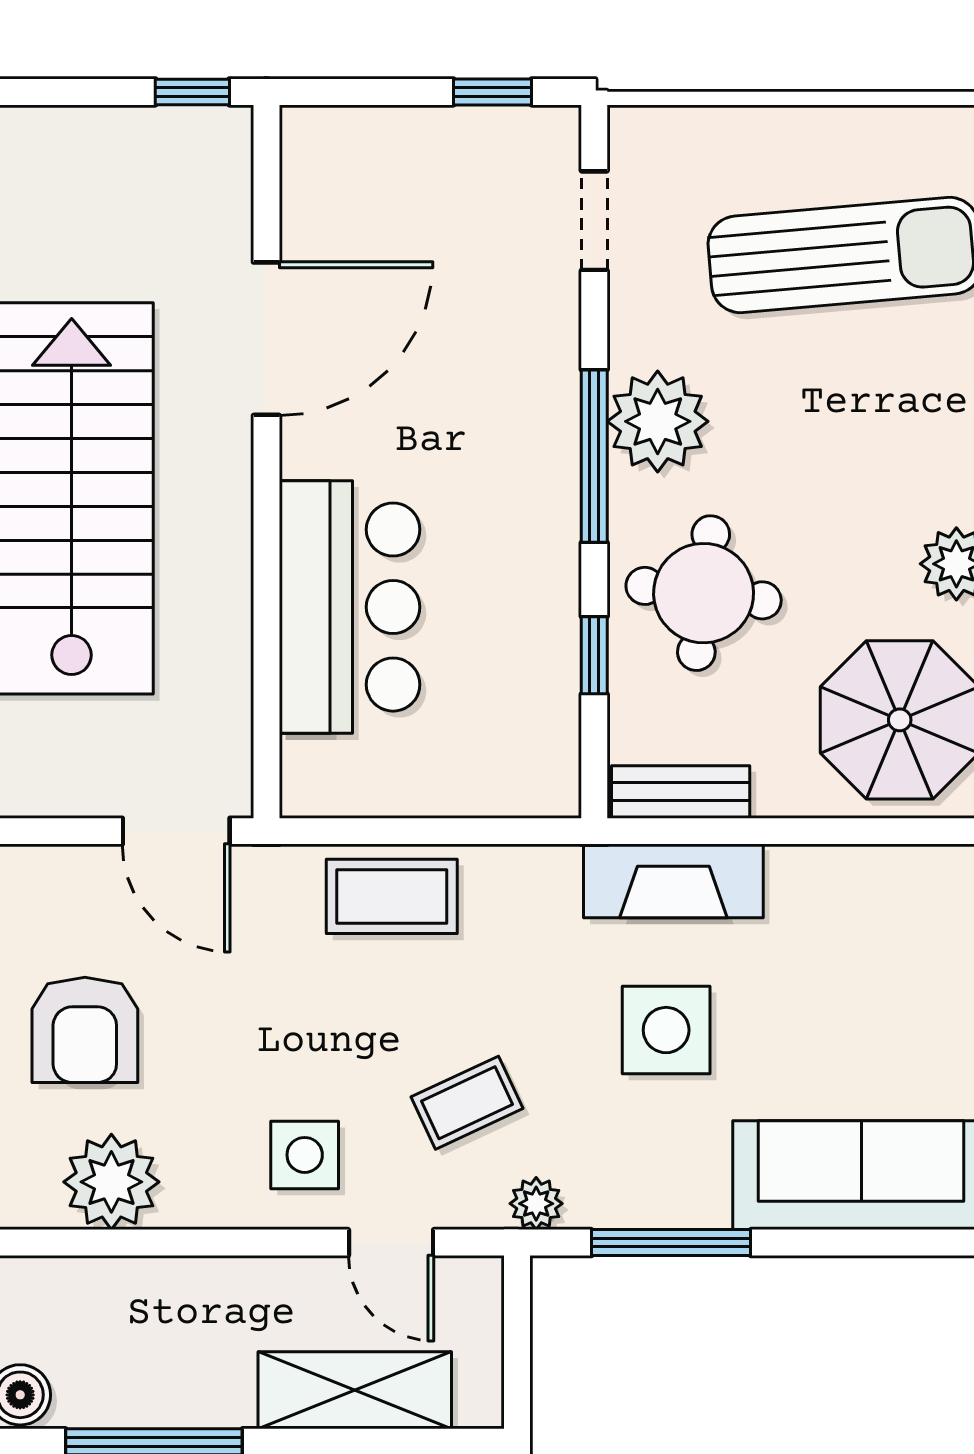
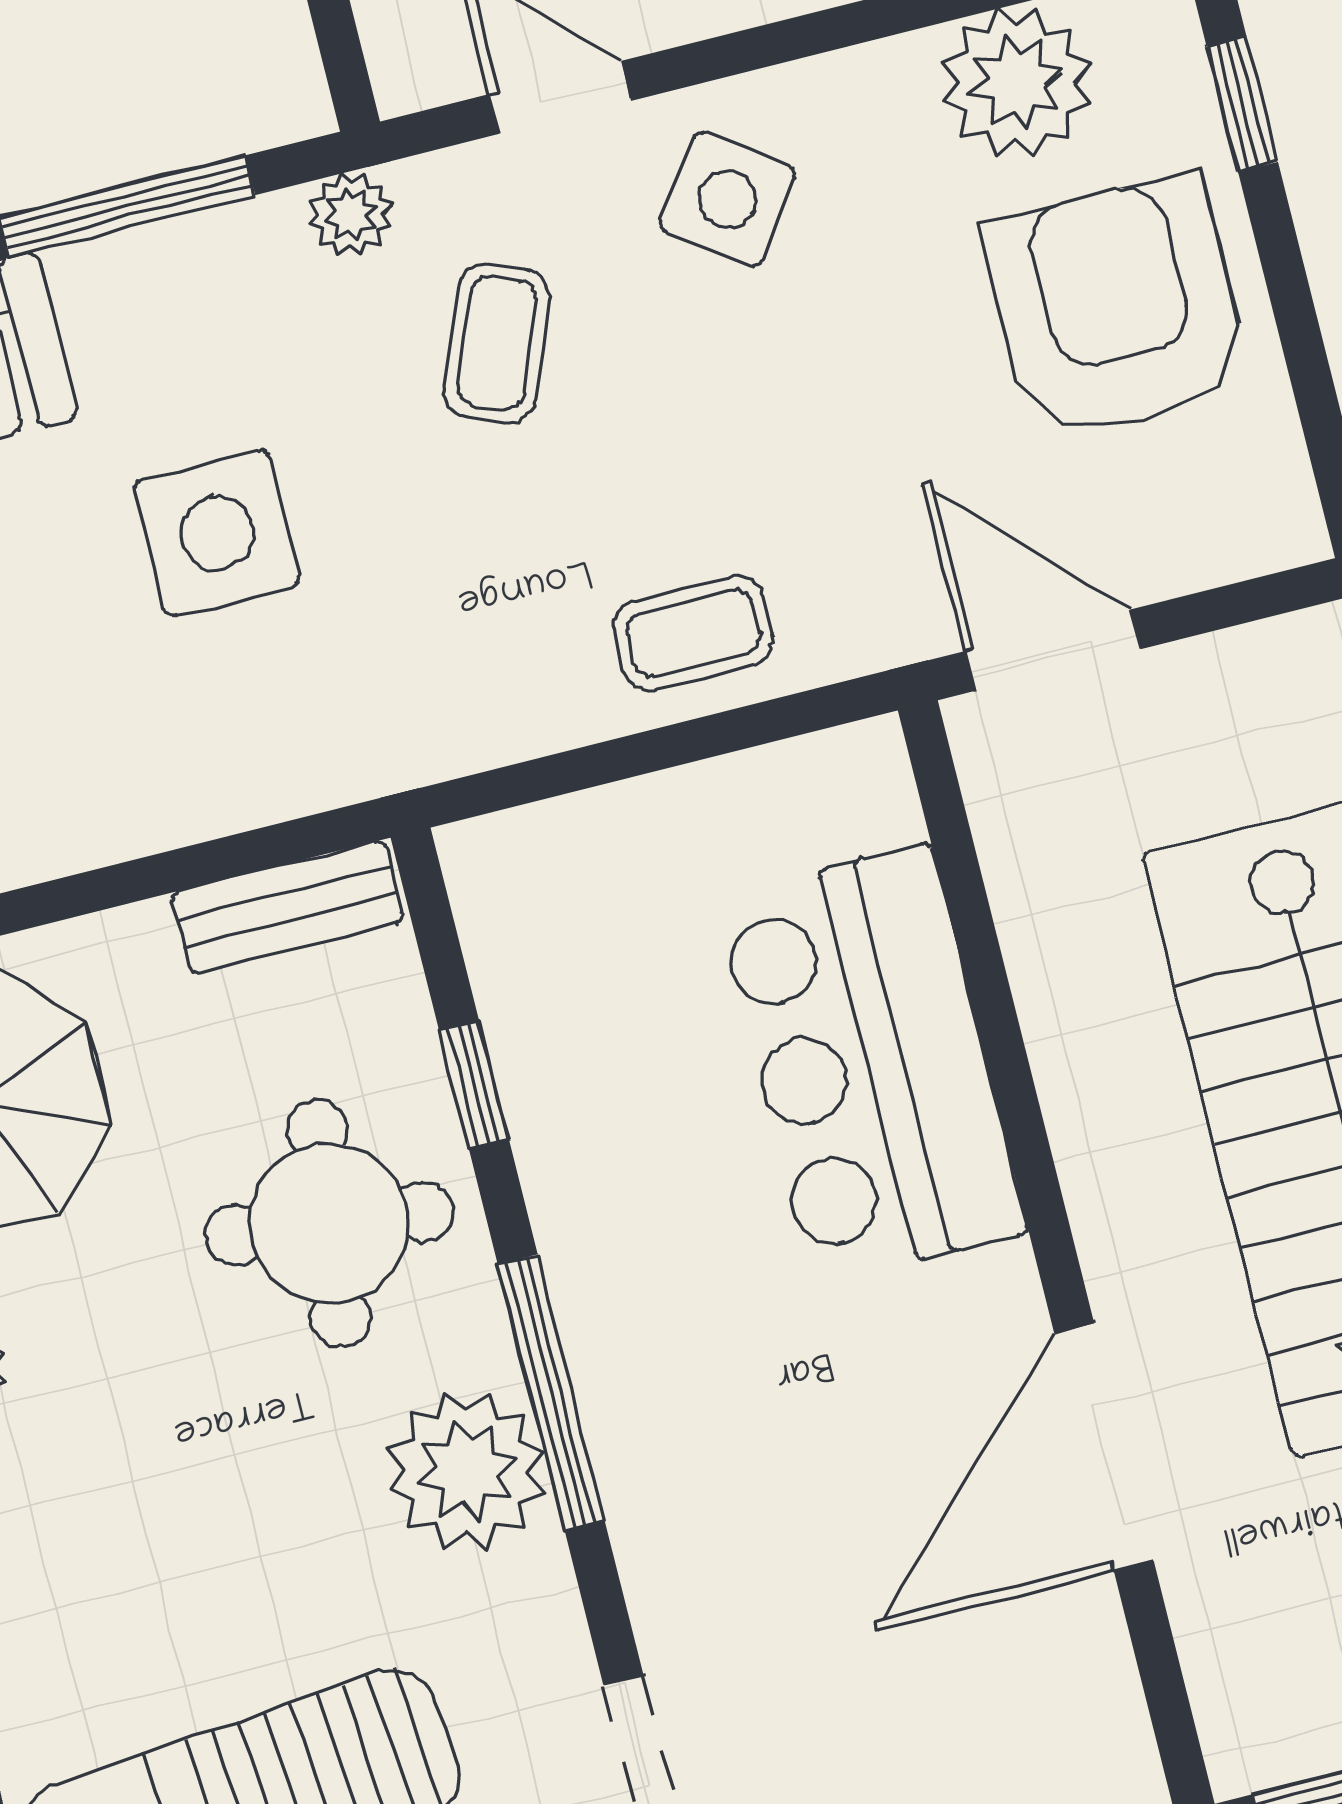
fireplace: (673, 881) -> (264, 767), removed
coffee table: (392, 896) -> (693, 633), width x0.73, depth x0.77
armchair: (85, 1030) -> (1116, 307), width x1.36, depth x1.36
coffee table: (467, 1103) -> (497, 343), turned -43
side table: (305, 1155) -> (728, 199), turned 36

